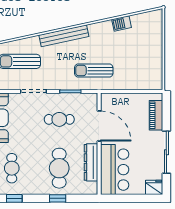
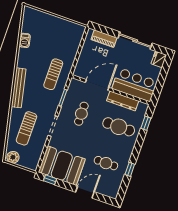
window: (58, 198) -> (146, 123), moved

